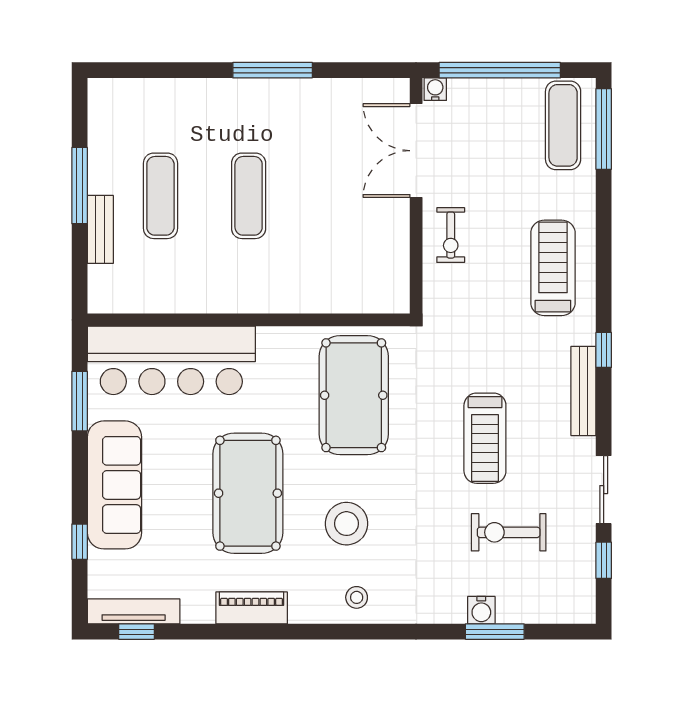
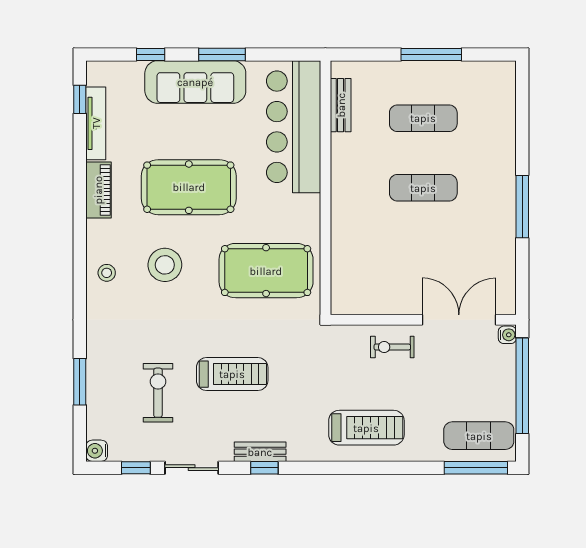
bench: (100, 229) -> (341, 105), moved, turned 90
window: (604, 350) -> (264, 468), moved
bench: (583, 391) -> (260, 452), width x0.73
window: (80, 401) -> (222, 54), moved
treadmill: (485, 438) -> (232, 374), turned 180
water cooler: (481, 610) -> (97, 451), moved
tv unit: (134, 611) -> (96, 123), moved

